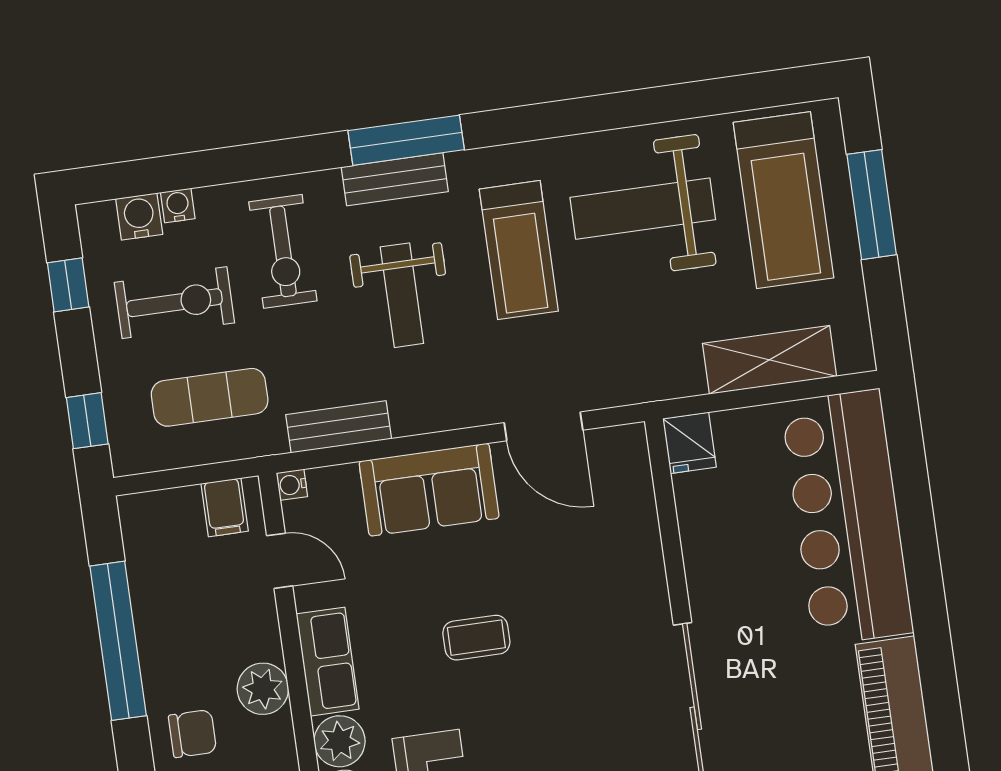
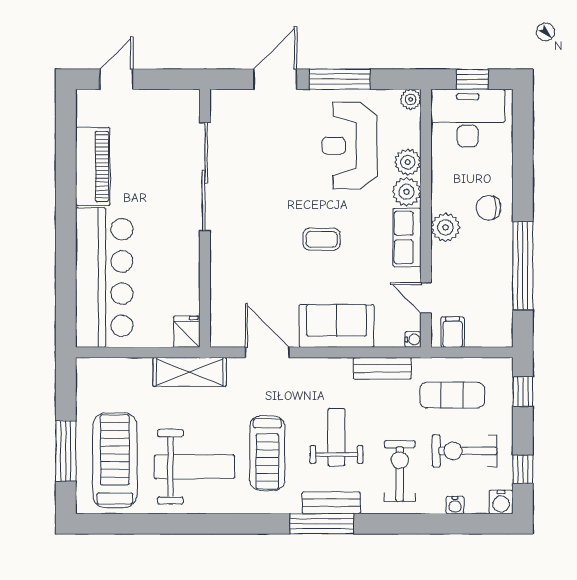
water cooler: (139, 217) -> (501, 502), moved
treadmill: (519, 250) -> (267, 453), turned 180
shelving: (769, 360) -> (190, 372), moved

